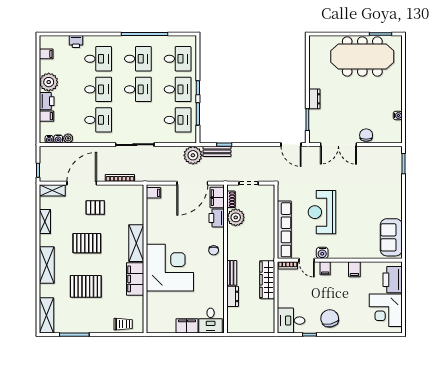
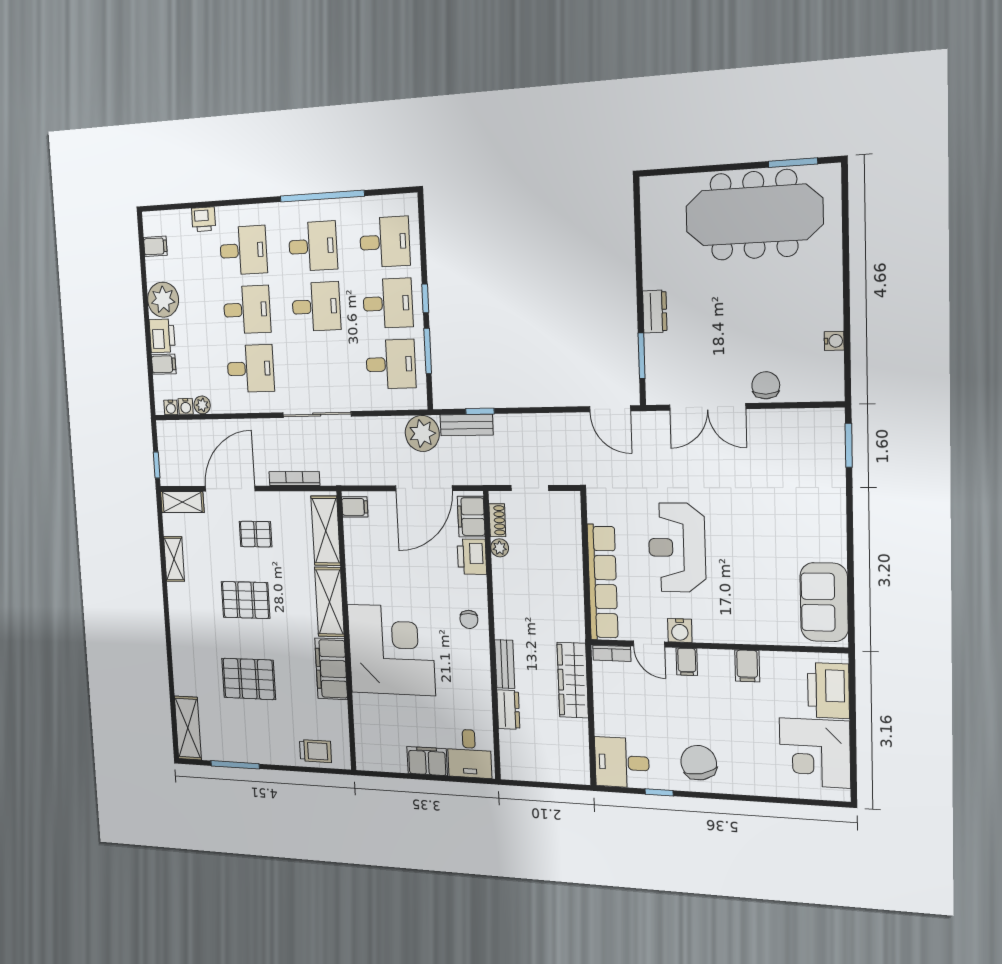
plant: (236, 217) -> (500, 548), width x0.53, depth x0.53
shelving: (47, 265) -> (326, 531), moved

